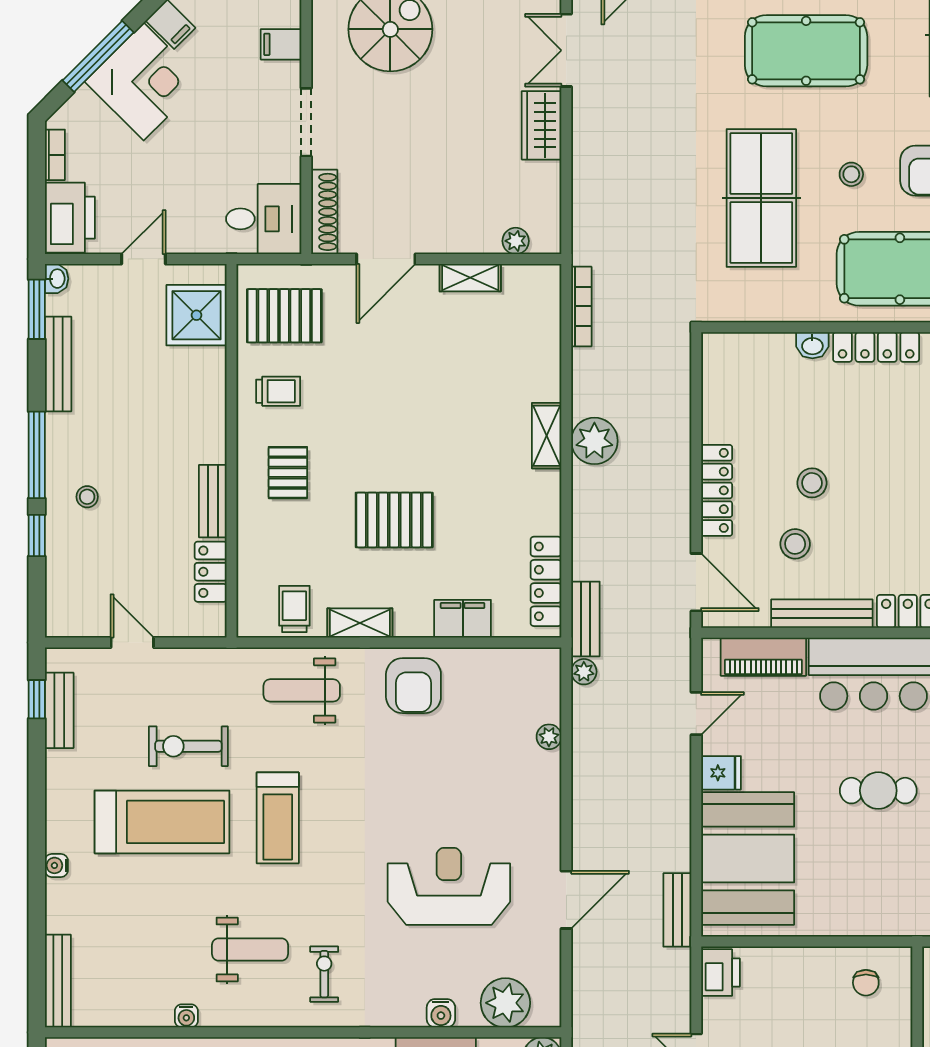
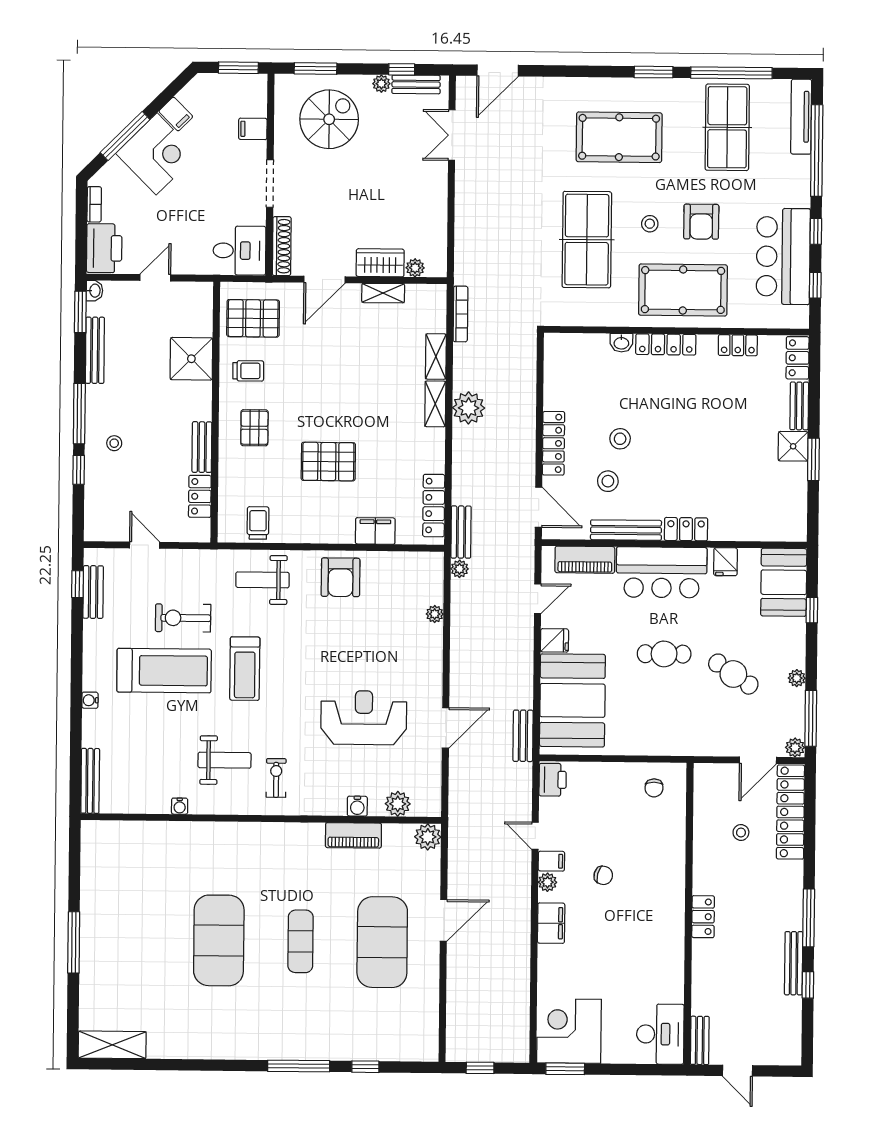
wardrobe: (542, 125) -> (380, 263), moved, turned 90
shower: (196, 315) -> (191, 359), moved
shelving: (360, 623) -> (436, 356), moved, turned 90
plant: (505, 1003) -> (398, 804), width x0.73, depth x0.73

